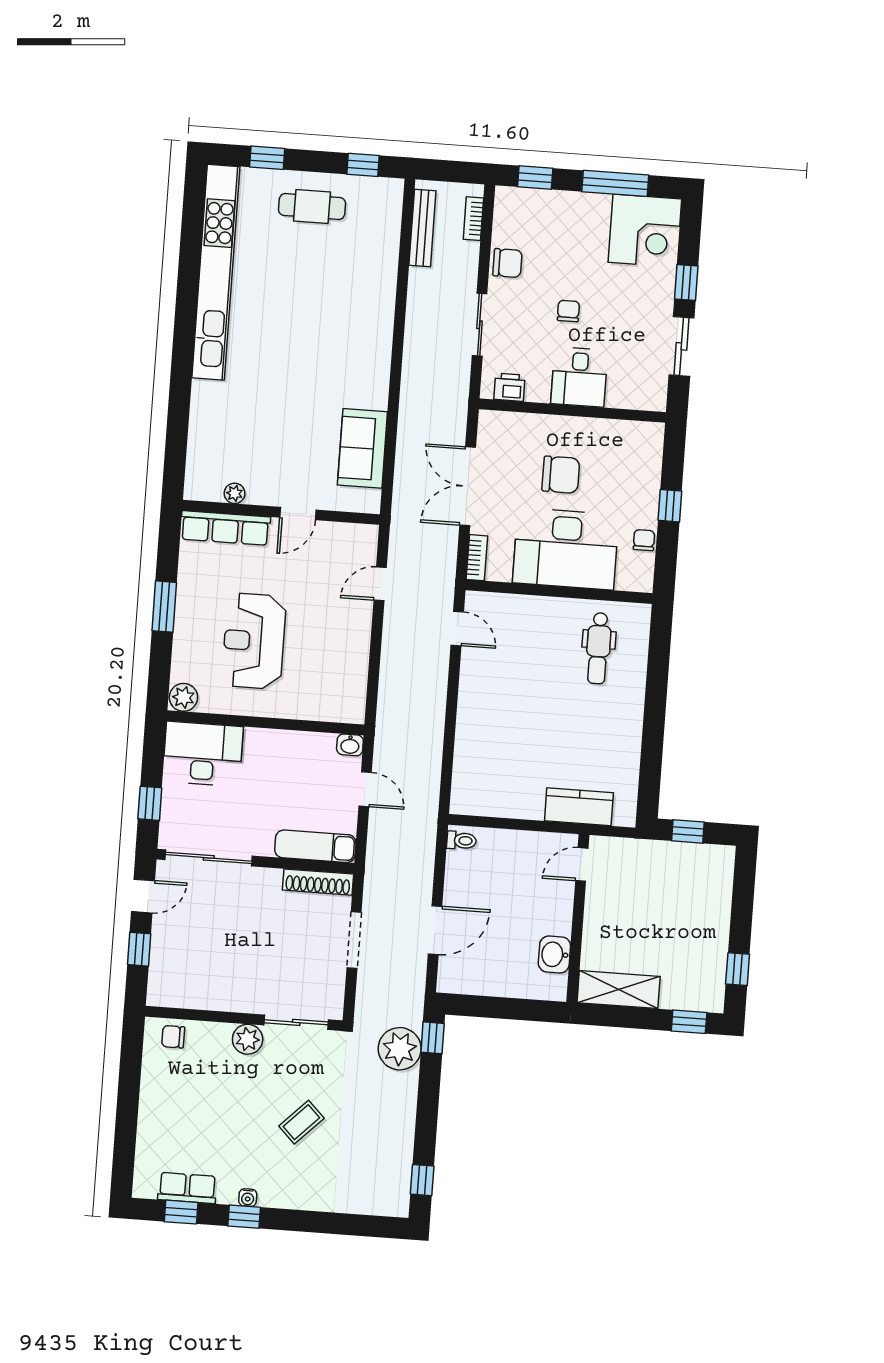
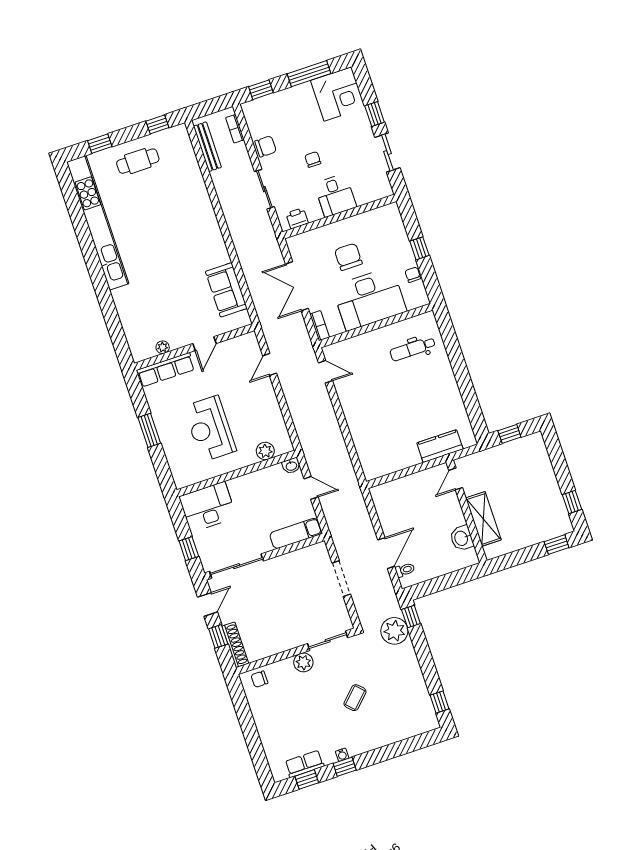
chair: (561, 475) -> (348, 257), turned -90
dental chair: (598, 648) -> (413, 349), turned 90
plant: (183, 697) -> (265, 451), moved
toilet: (461, 841) -> (405, 570), moved
shoe rack: (318, 882) -> (235, 645), moved, turned -90
shelving: (619, 990) -> (483, 519), moved, turned 90

